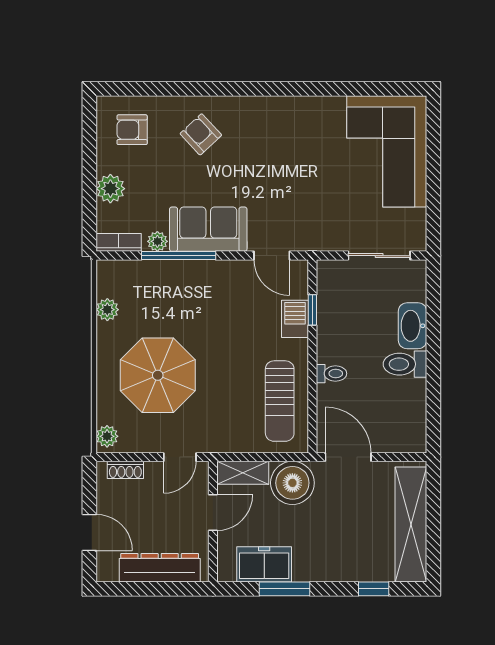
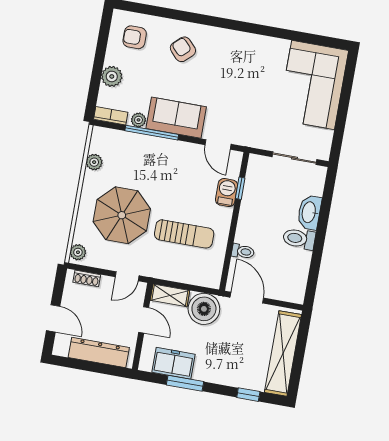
toilet: (331, 374) -> (243, 251), moved
sun lounger: (280, 401) -> (184, 234), moved, turned -90
door: (213, 513) -> (144, 320), hinge flipped

